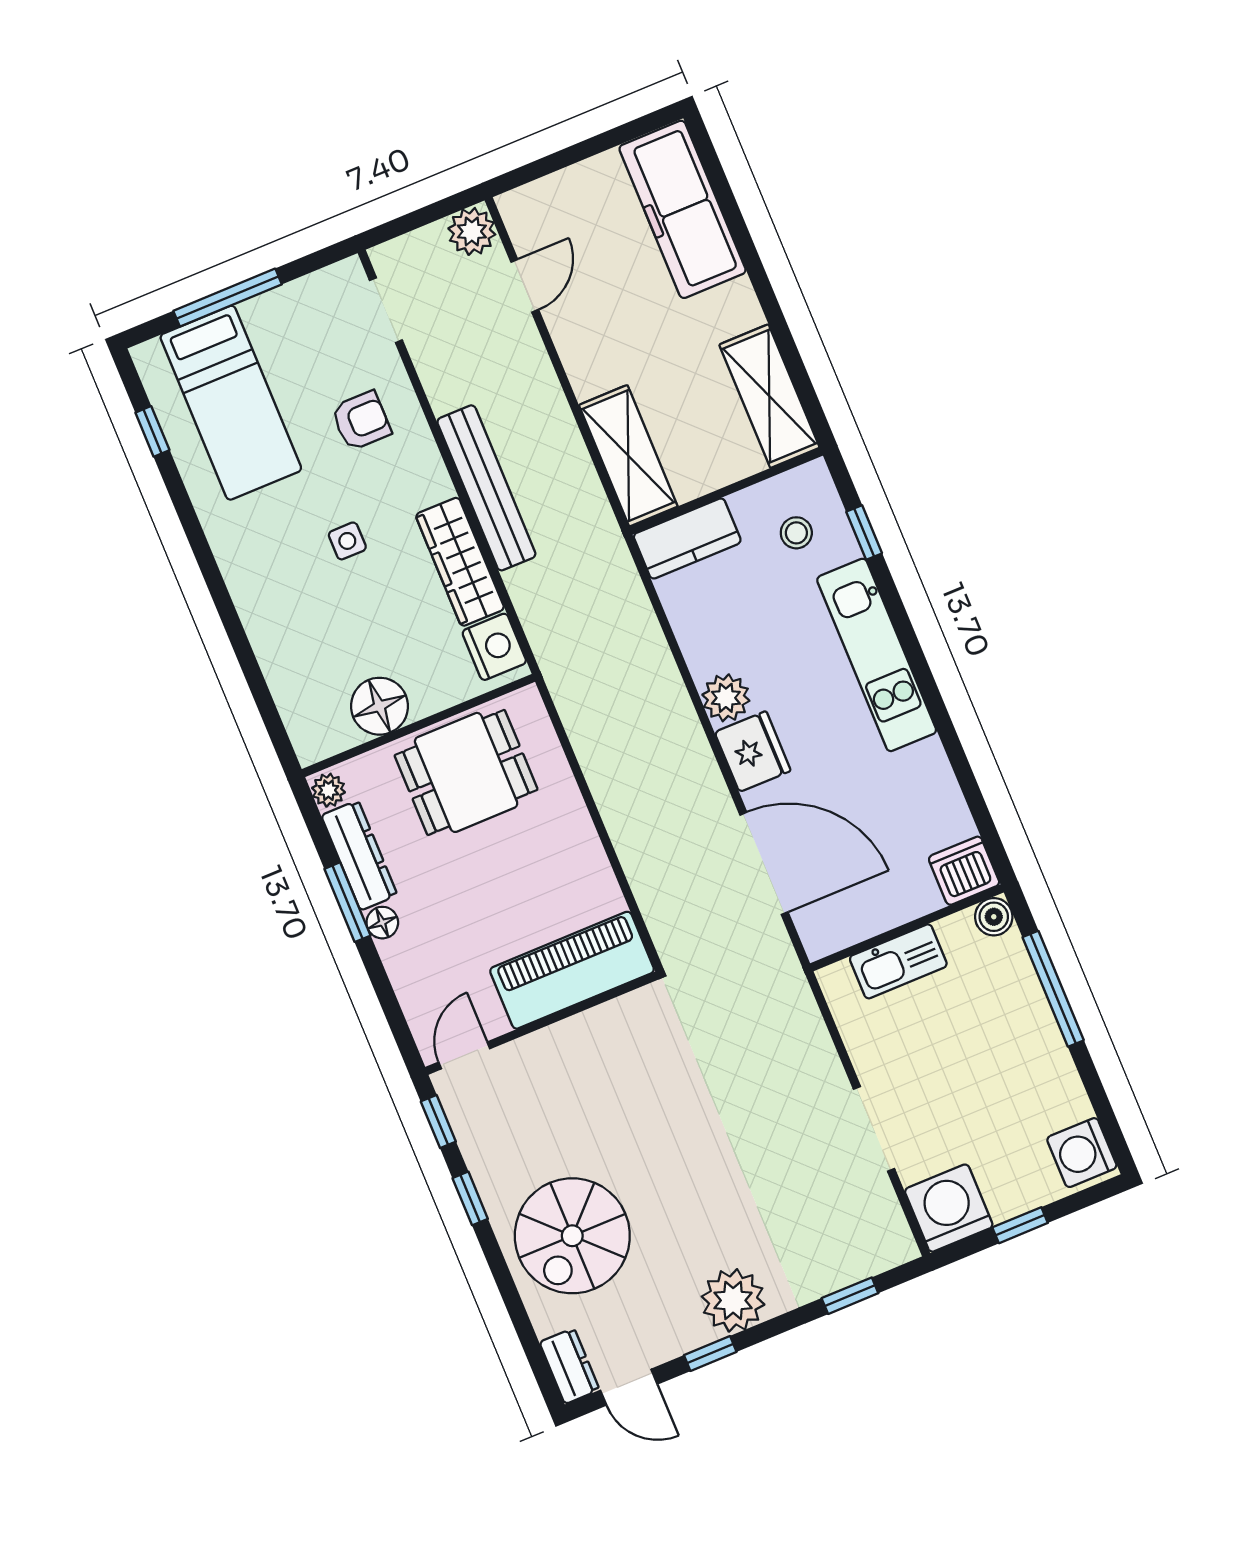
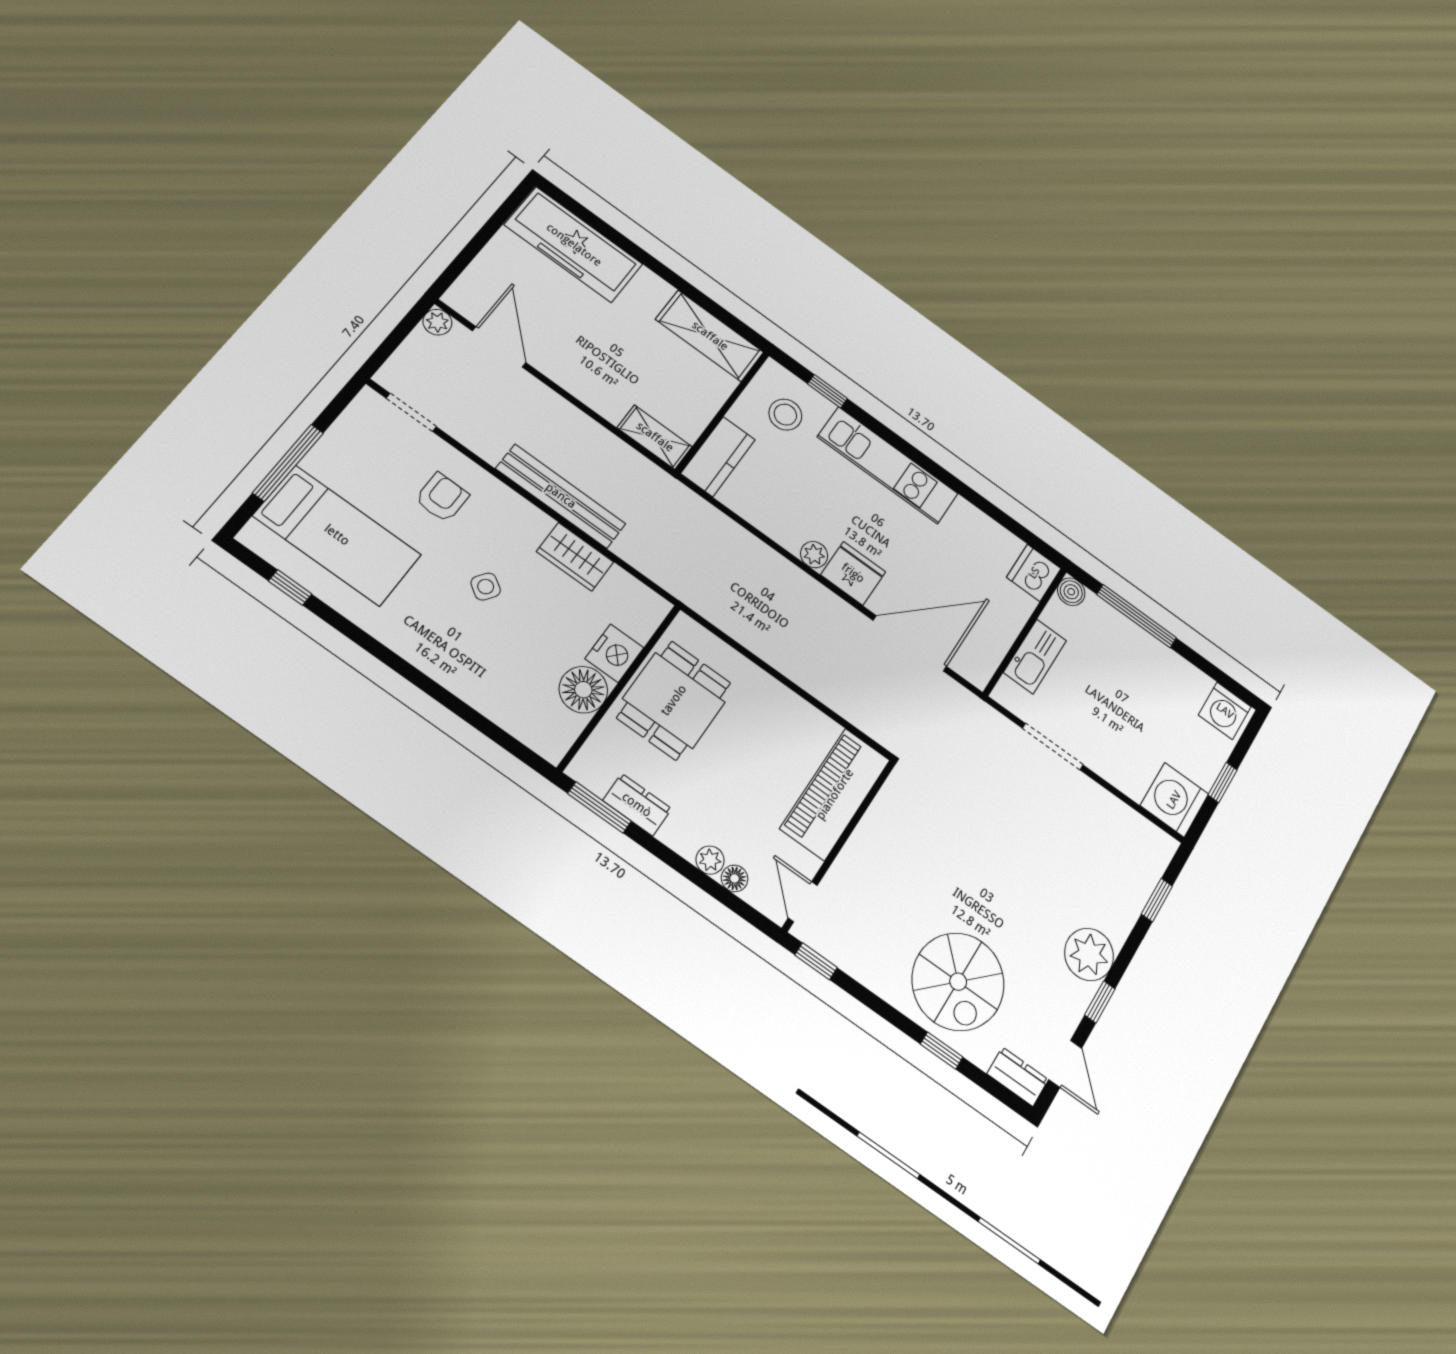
plant: (472, 231) -> (437, 322), width x0.73, depth x0.73
door: (525, 286) -> (499, 347), width x1.38
shelving: (628, 456) -> (655, 437), width x0.67, depth x0.75
stool: (796, 533) -> (785, 415), width x1.37, depth x1.37
side table: (347, 541) -> (486, 587), turned 34
wardrobe: (460, 562) -> (575, 557), width x0.67
nightstand: (494, 647) -> (614, 653), moved, turned 90
plant: (726, 698) -> (814, 555), width x0.73, depth x0.73
plant: (328, 790) -> (710, 860), moved
dresser: (359, 855) -> (637, 805), width x0.70
window: (347, 902) -> (599, 807), moved
floor lamp: (382, 923) -> (735, 878), moved
doorway: (874, 1129) -> (1053, 747), moved
window: (470, 1198) -> (942, 1051), moved
door: (629, 1387) -> (1065, 1064), hinge flipped

